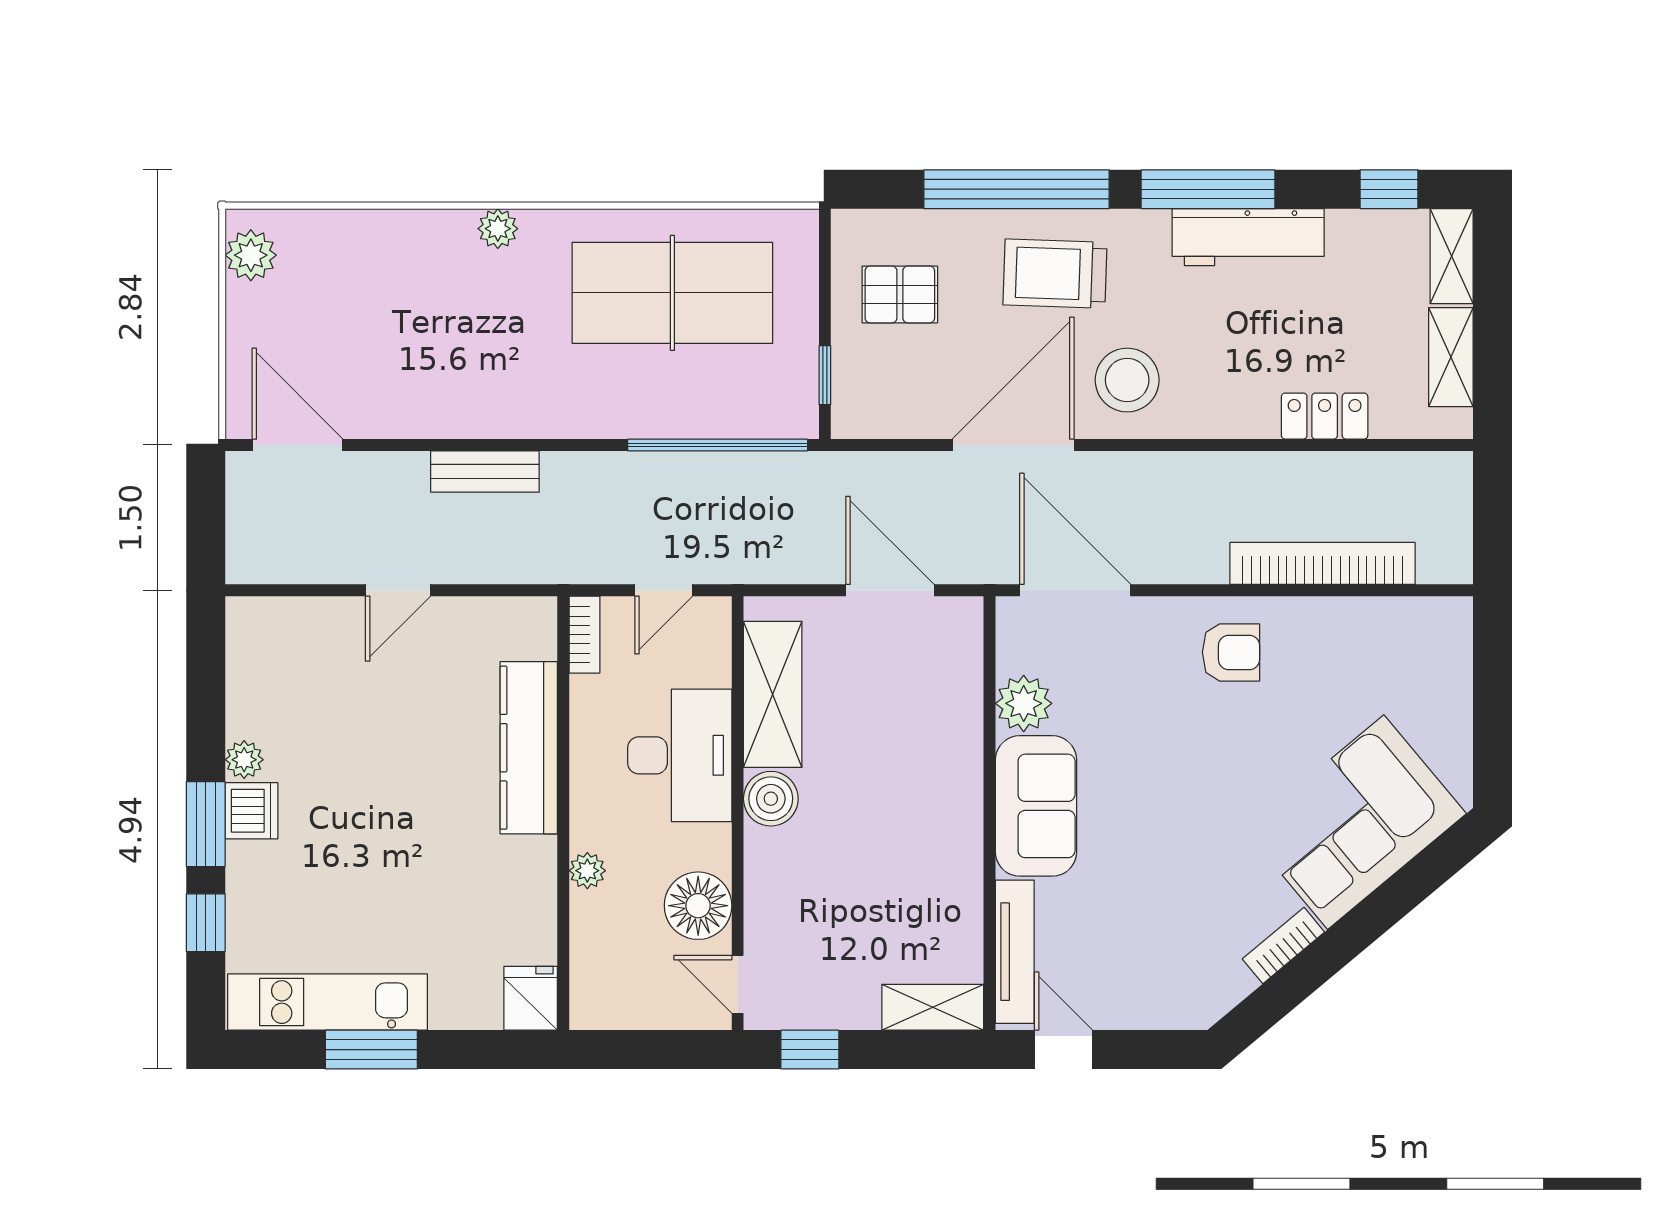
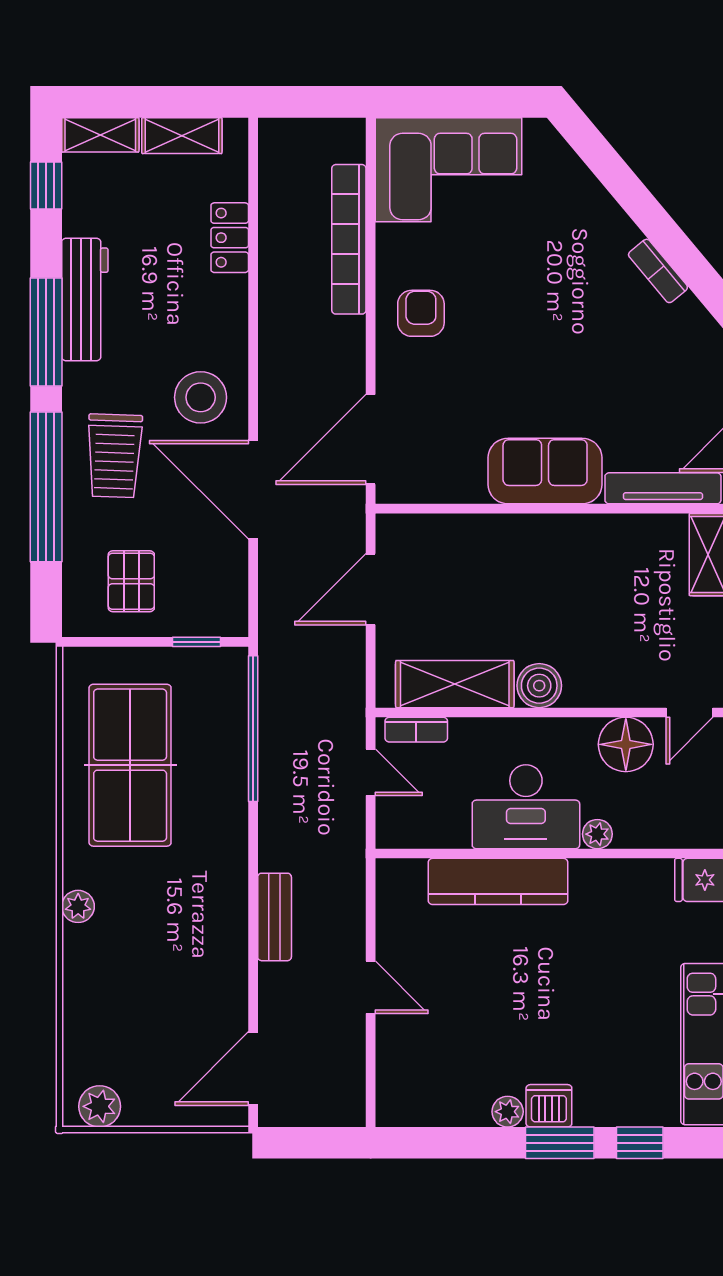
bookcase: (584, 635) -> (416, 730), moved, turned 180
plant: (1024, 703) -> (462, 481), removed
desk: (680, 755) -> (526, 807), moved, turned 180
corner sofa: (1356, 822) -> (448, 170), moved, turned -50

